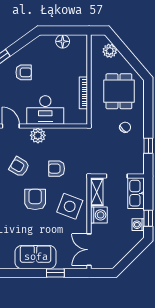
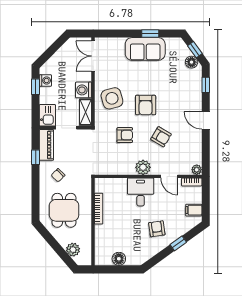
armchair: (24, 72) -> (157, 229), turned 82
desk: (45, 110) -> (141, 192), width x0.73
piano: (137, 158) -> (46, 145), added
kitchen sink: (136, 193) -> (47, 115), width x0.73
side table: (70, 206) -> (112, 98), turned -36
double door: (89, 250) -> (93, 56), swing flipped
window: (55, 273) -> (150, 33), moved

